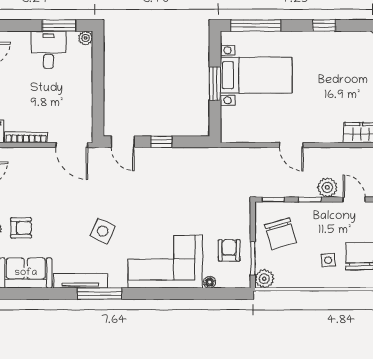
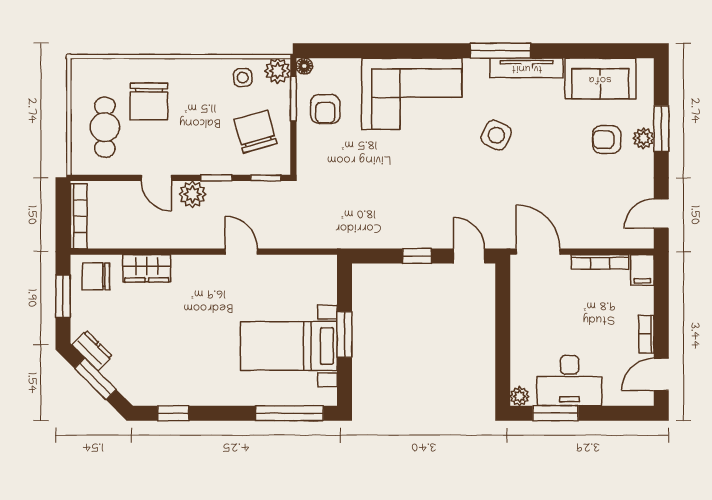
window: (324, 26) -> (173, 413), moved
desk: (49, 50) -> (569, 380), width x1.37
side table: (328, 260) -> (243, 78), moved
floor lamp: (210, 282) -> (304, 66), moved

